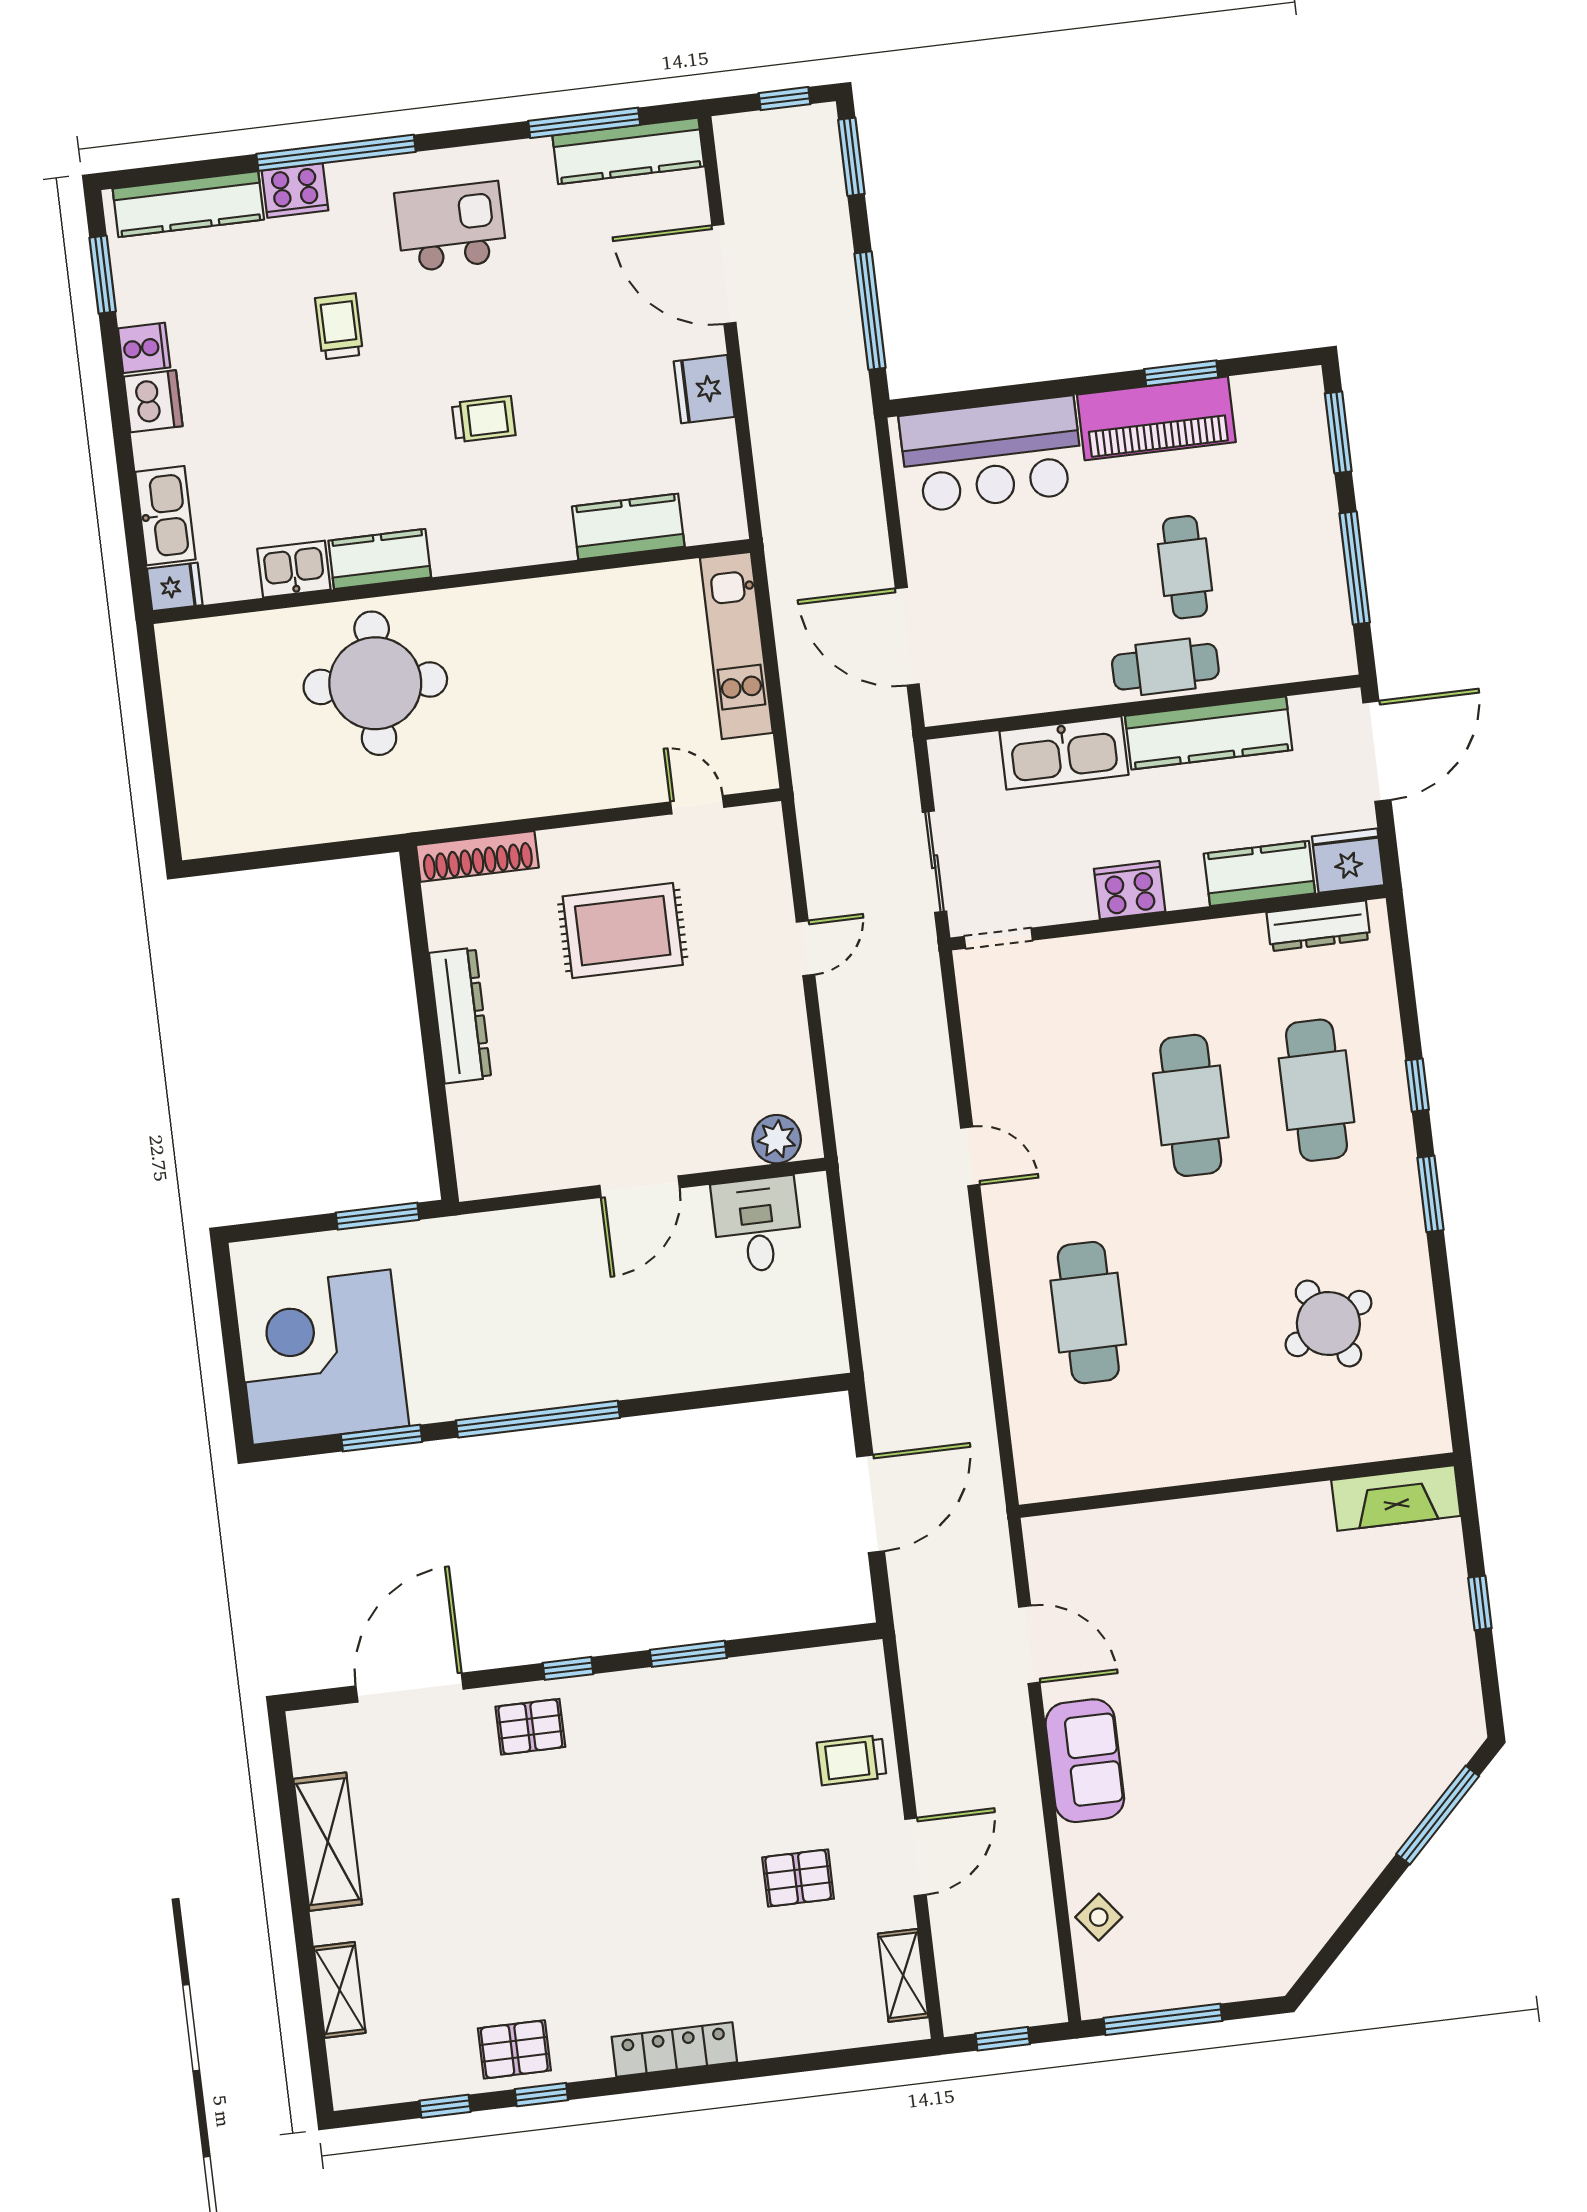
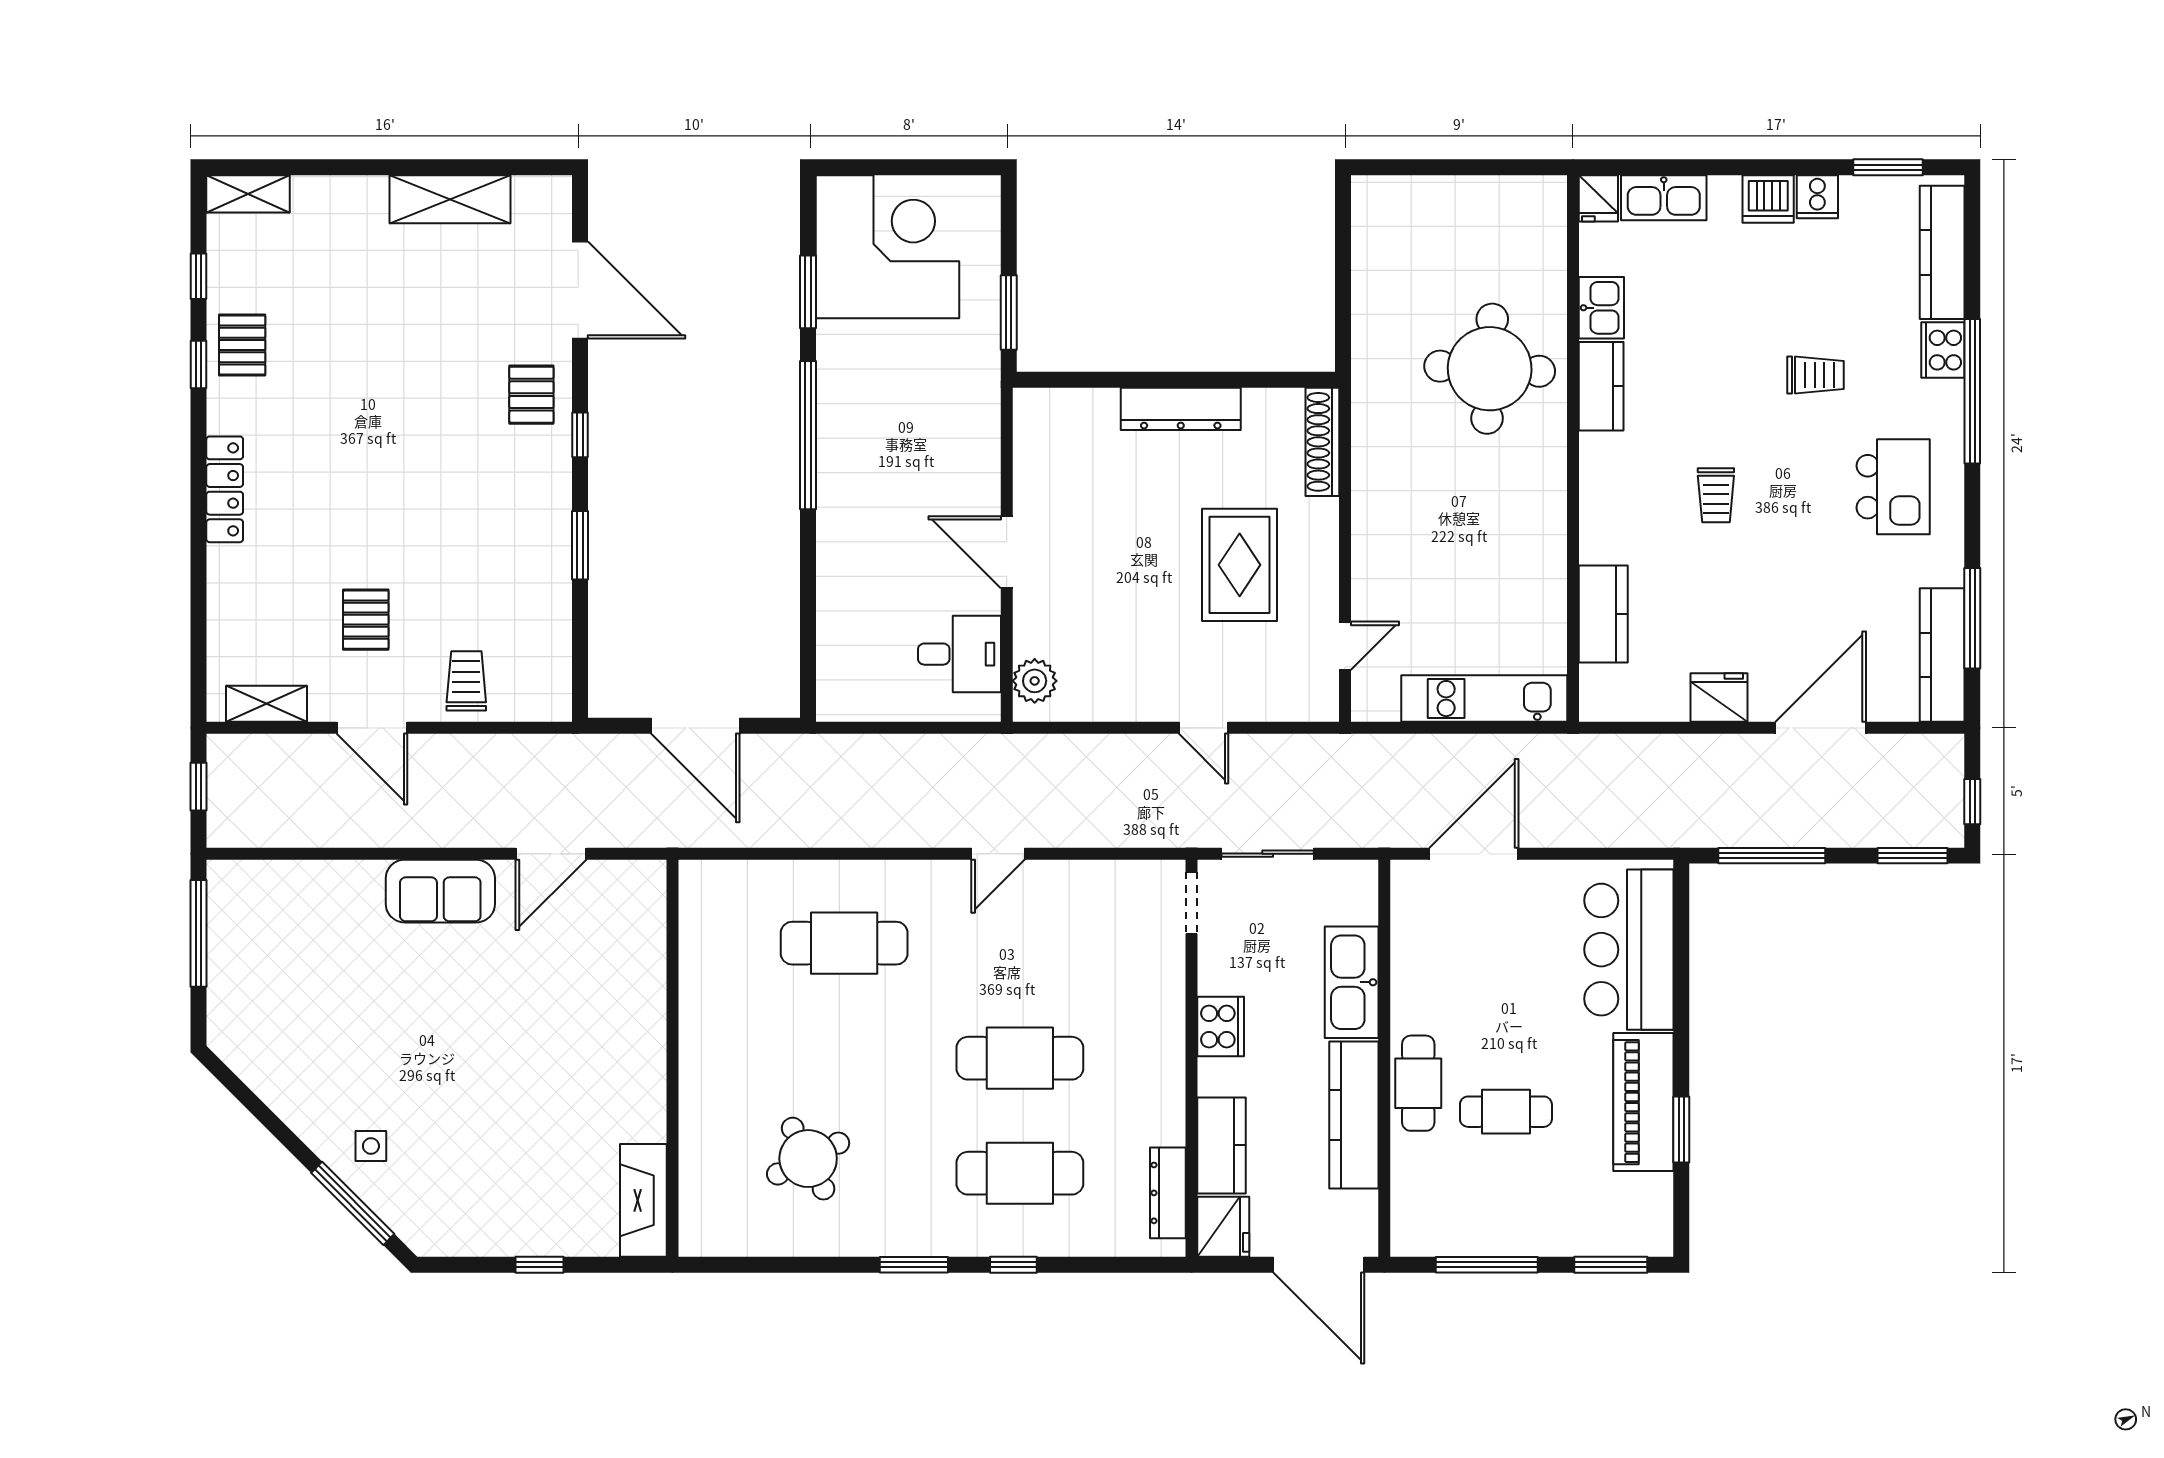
side table: (1099, 1917) -> (371, 1146), moved, turned 38
shelving: (340, 1990) -> (248, 194), moved

